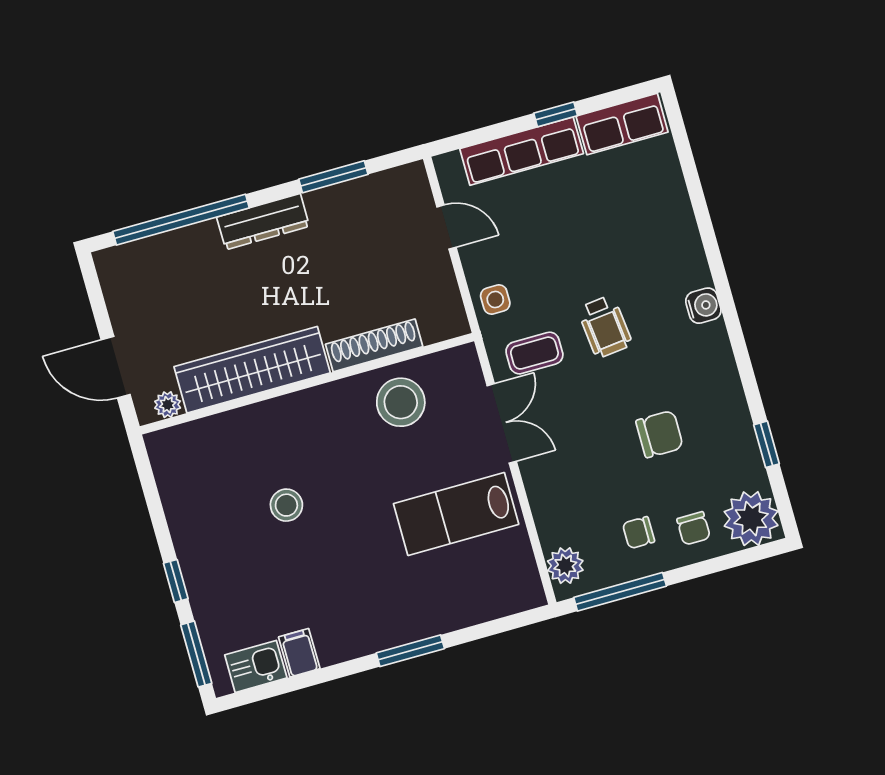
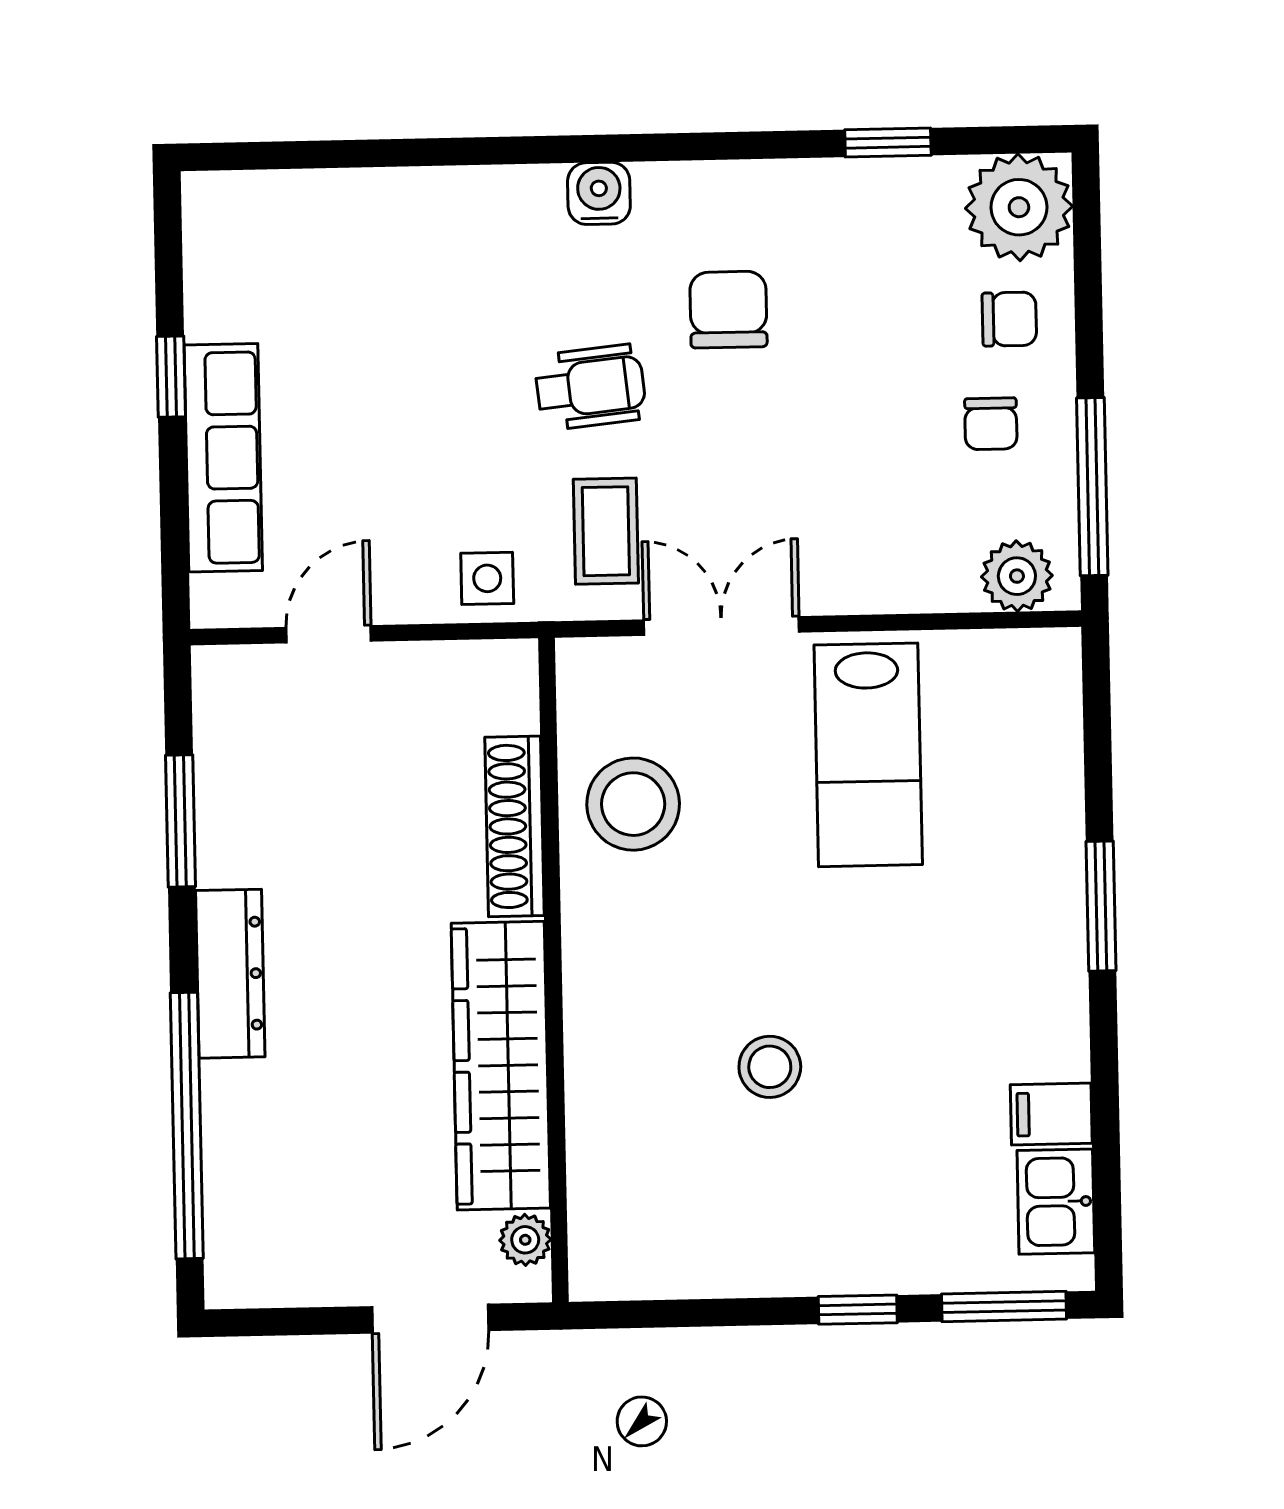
row of seats: (622, 124) -> (221, 257), removed
chair: (660, 434) -> (728, 310), moved

